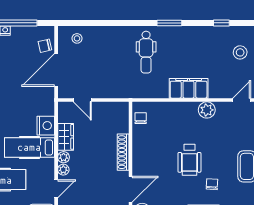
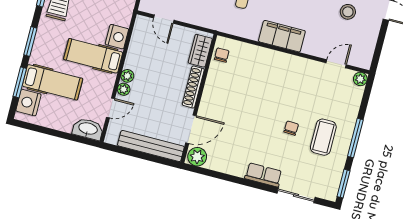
plant: (207, 110) -> (296, 65), removed
wardrobe: (66, 137) -> (200, 51), moved, turned 180
wheelchair: (189, 160) -> (263, 114), removed
chair: (212, 184) -> (291, 128), moved

